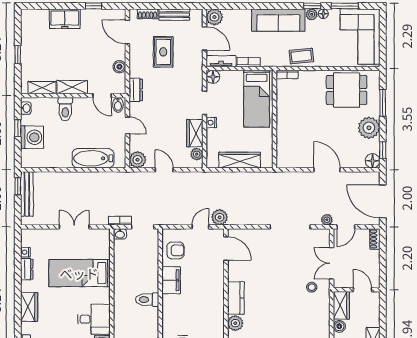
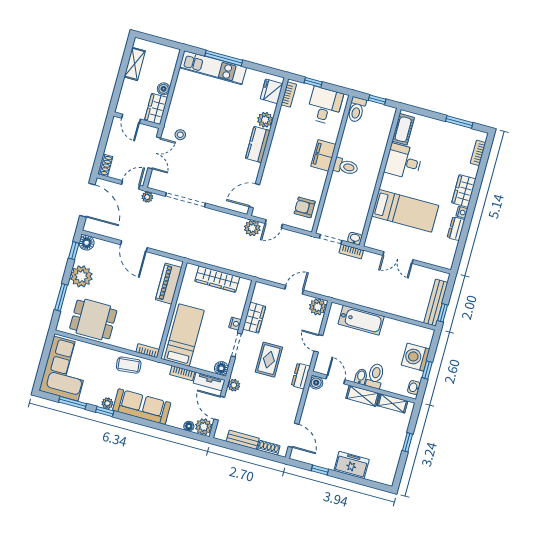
floor lamp: (323, 14) -> (189, 426), moved
rug: (163, 52) -> (269, 360), moved
boiler: (119, 67) -> (316, 383), moved
bidet: (118, 105) -> (361, 377), moved
piano: (285, 143) -> (169, 284), added
plant: (197, 154) -> (234, 385), moved
door: (164, 170) -> (294, 290), swing flipped
door: (226, 248) -> (254, 196), hinge flipped
nightstand: (25, 252) -> (462, 212), moved
filing cabinet: (171, 280) -> (323, 155), moved

